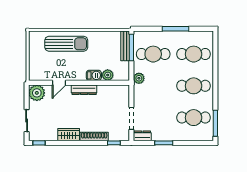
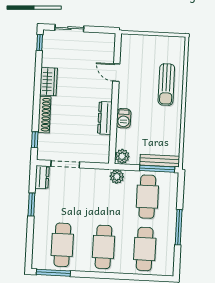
sun lounger: (66, 44) -> (166, 85), width x0.73, depth x0.75
plant: (108, 75) -> (122, 156), moved
dresser: (84, 90) -> (105, 118), moved
plant: (37, 93) -> (105, 43), removed

